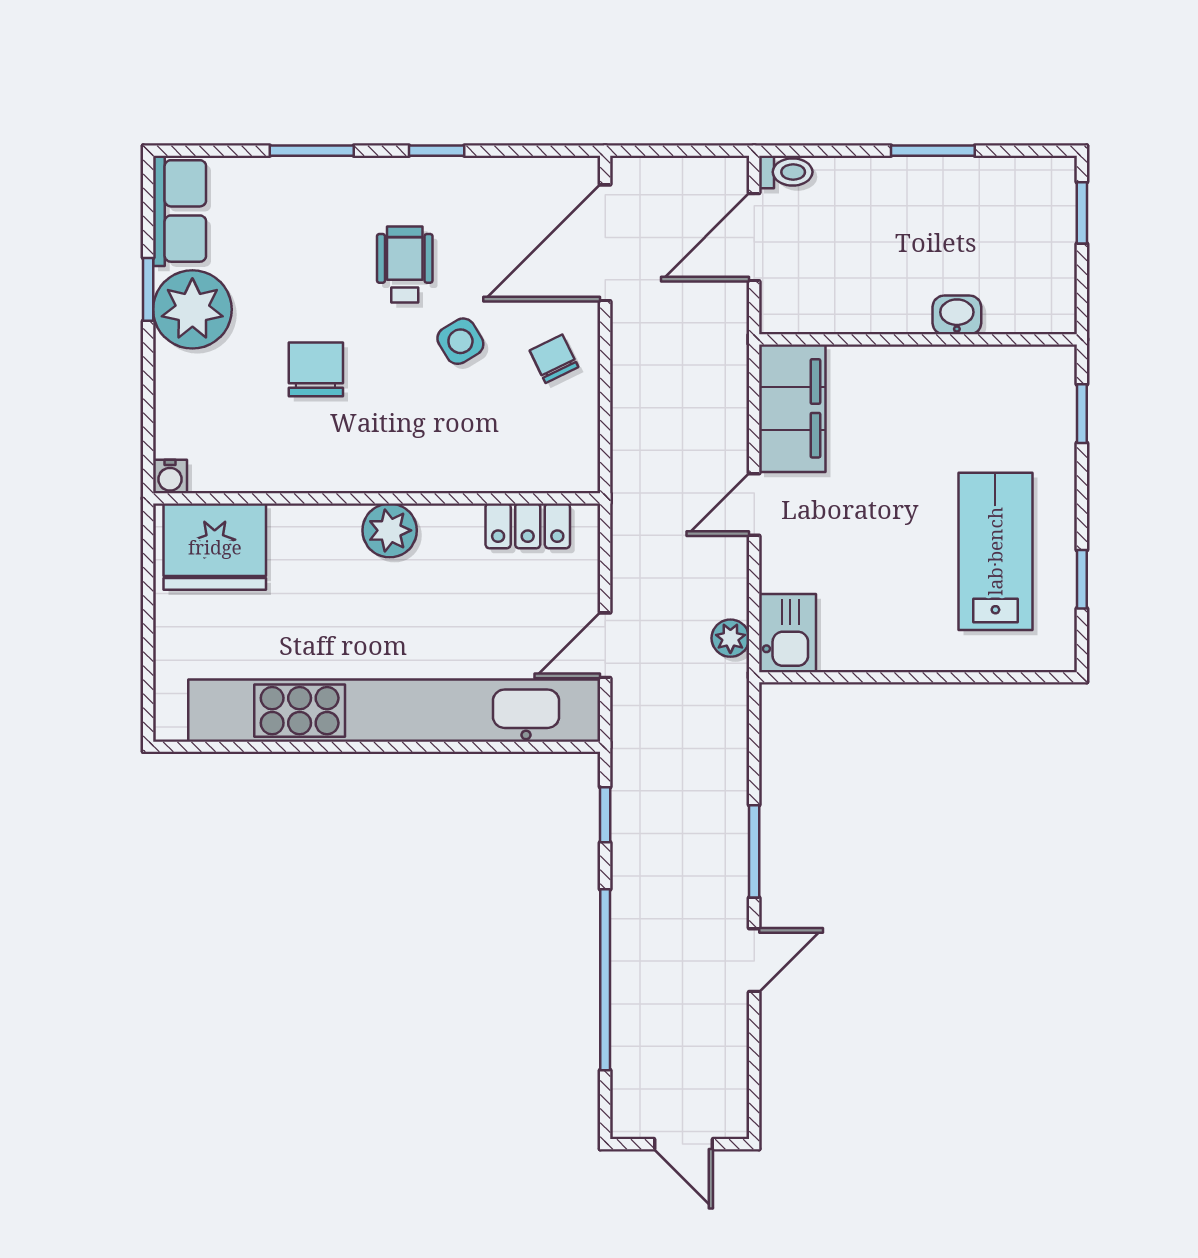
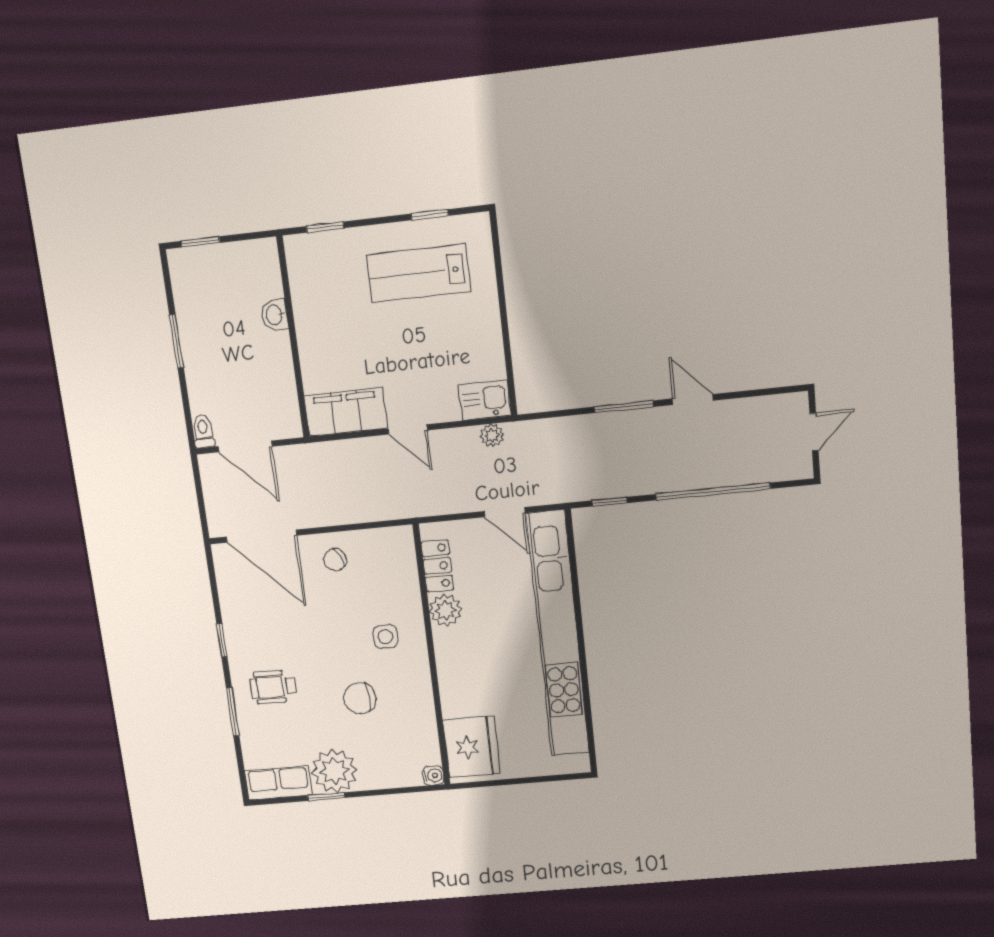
wheelchair: (405, 264) -> (273, 687), moved
side table: (460, 341) -> (385, 637), moved, turned 31
plant: (390, 530) -> (446, 610), moved

